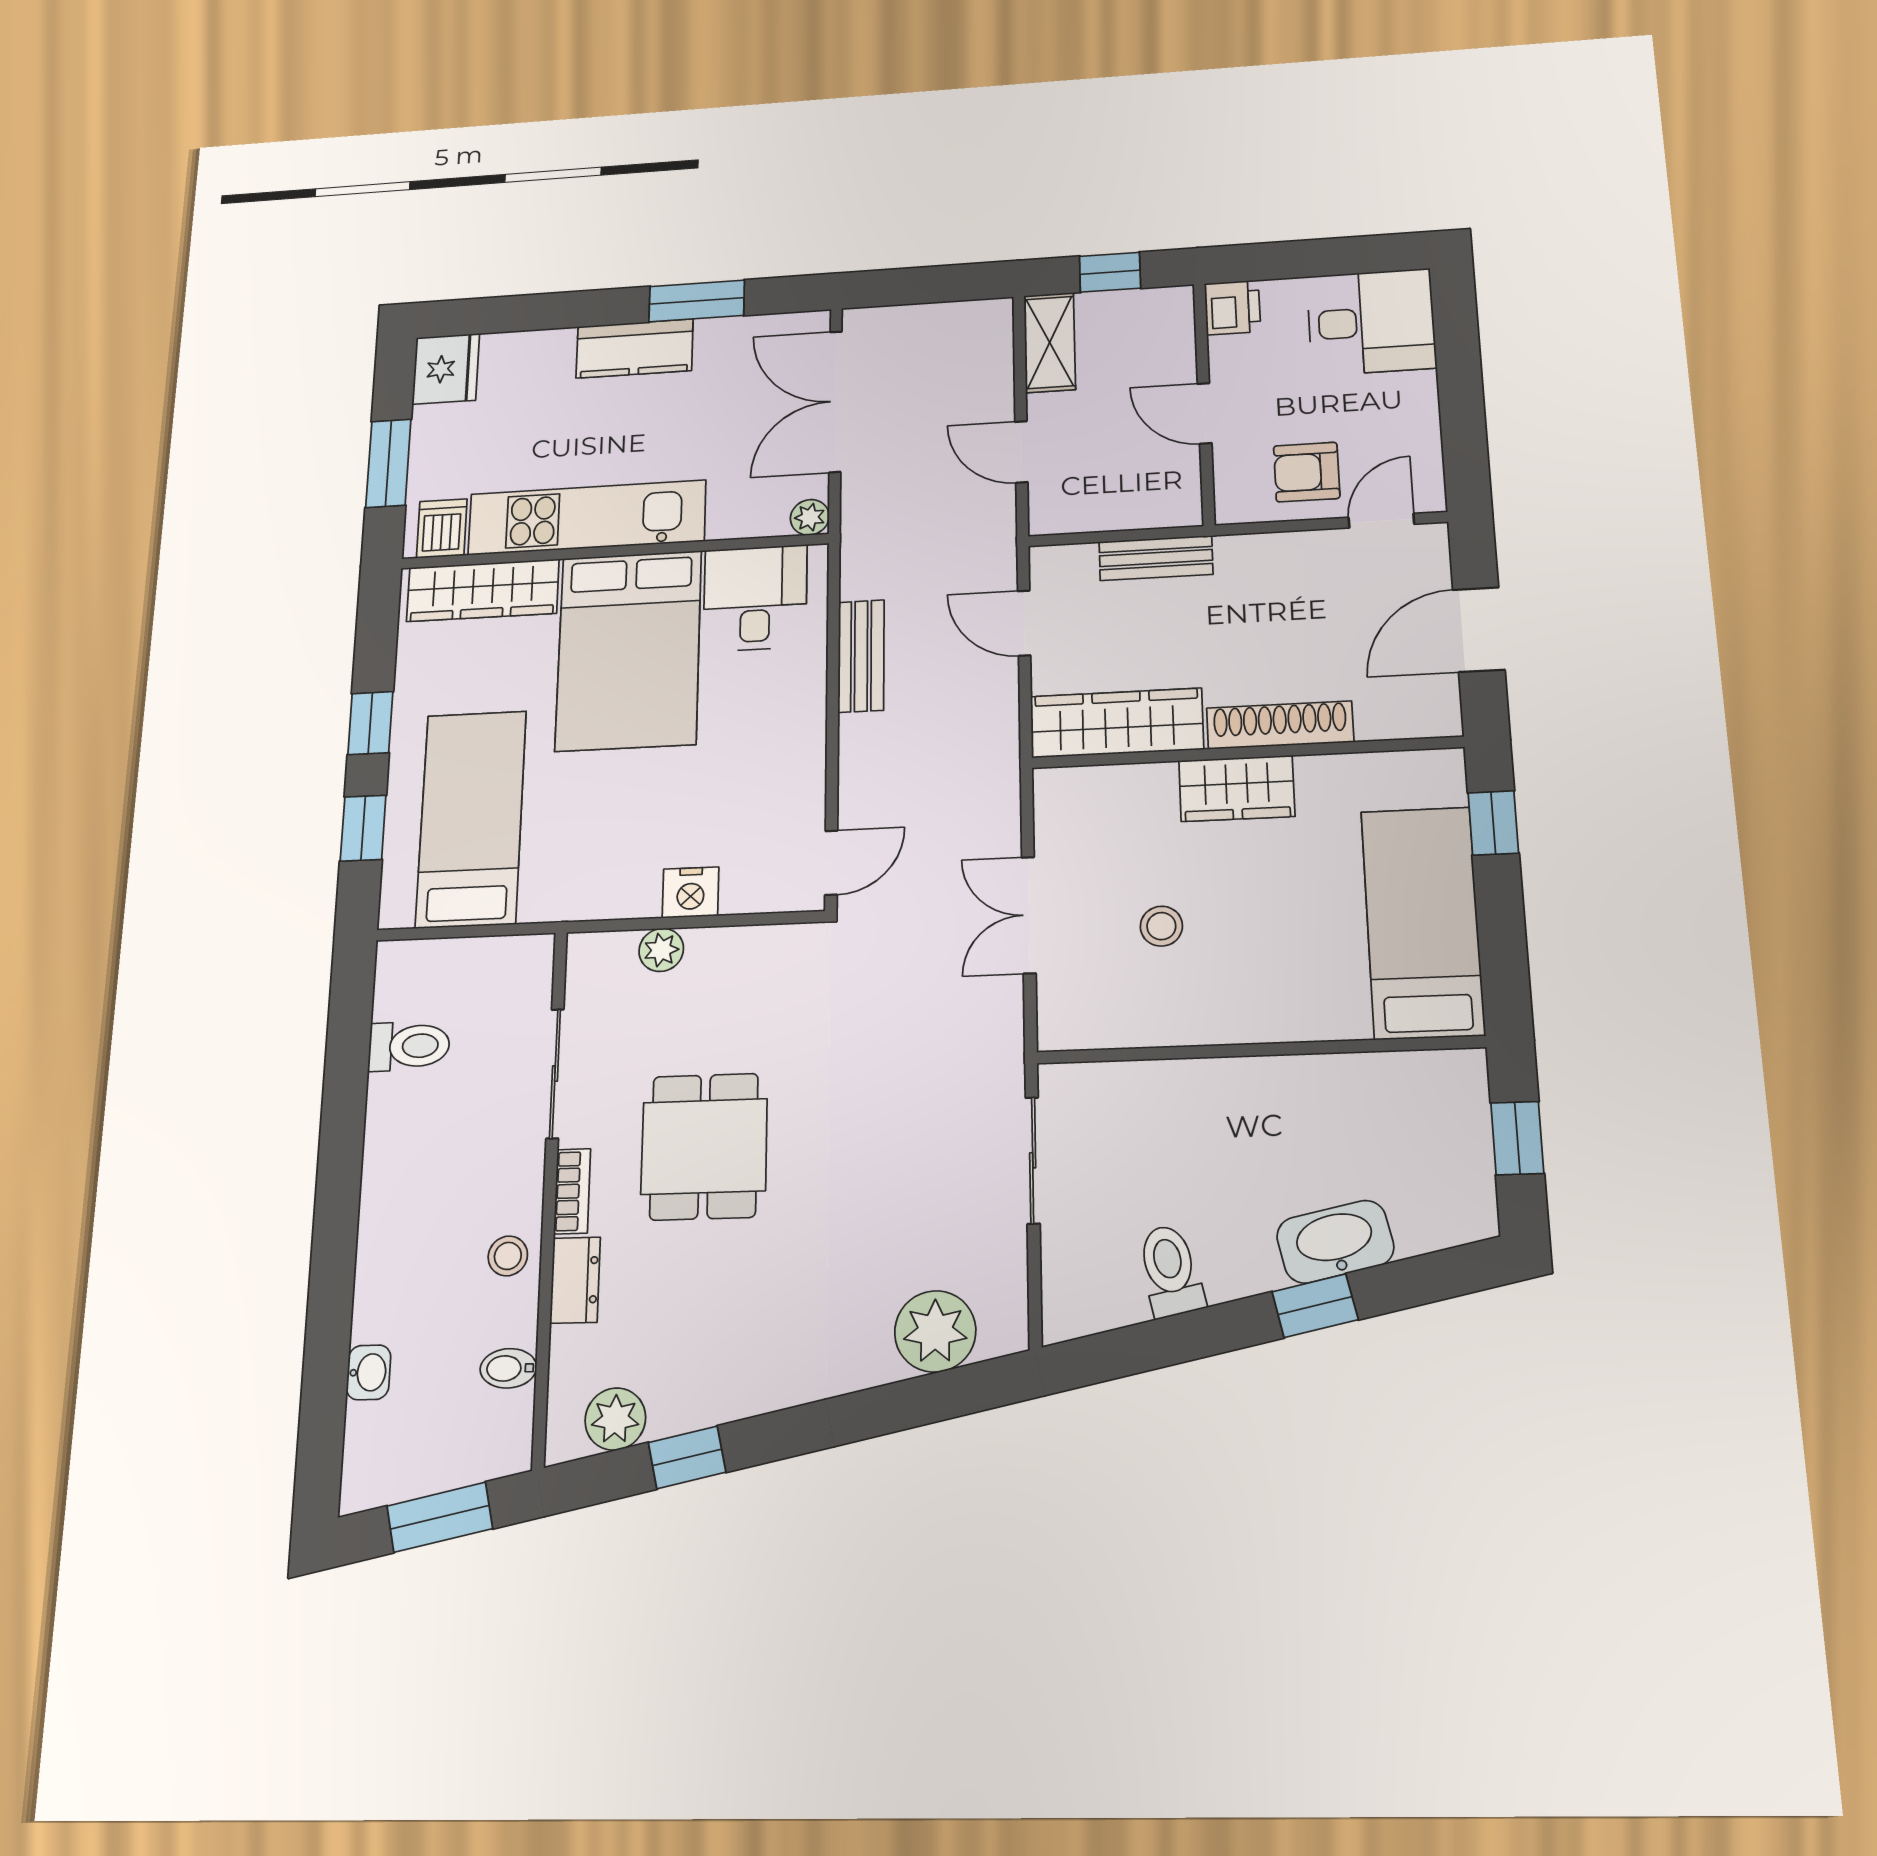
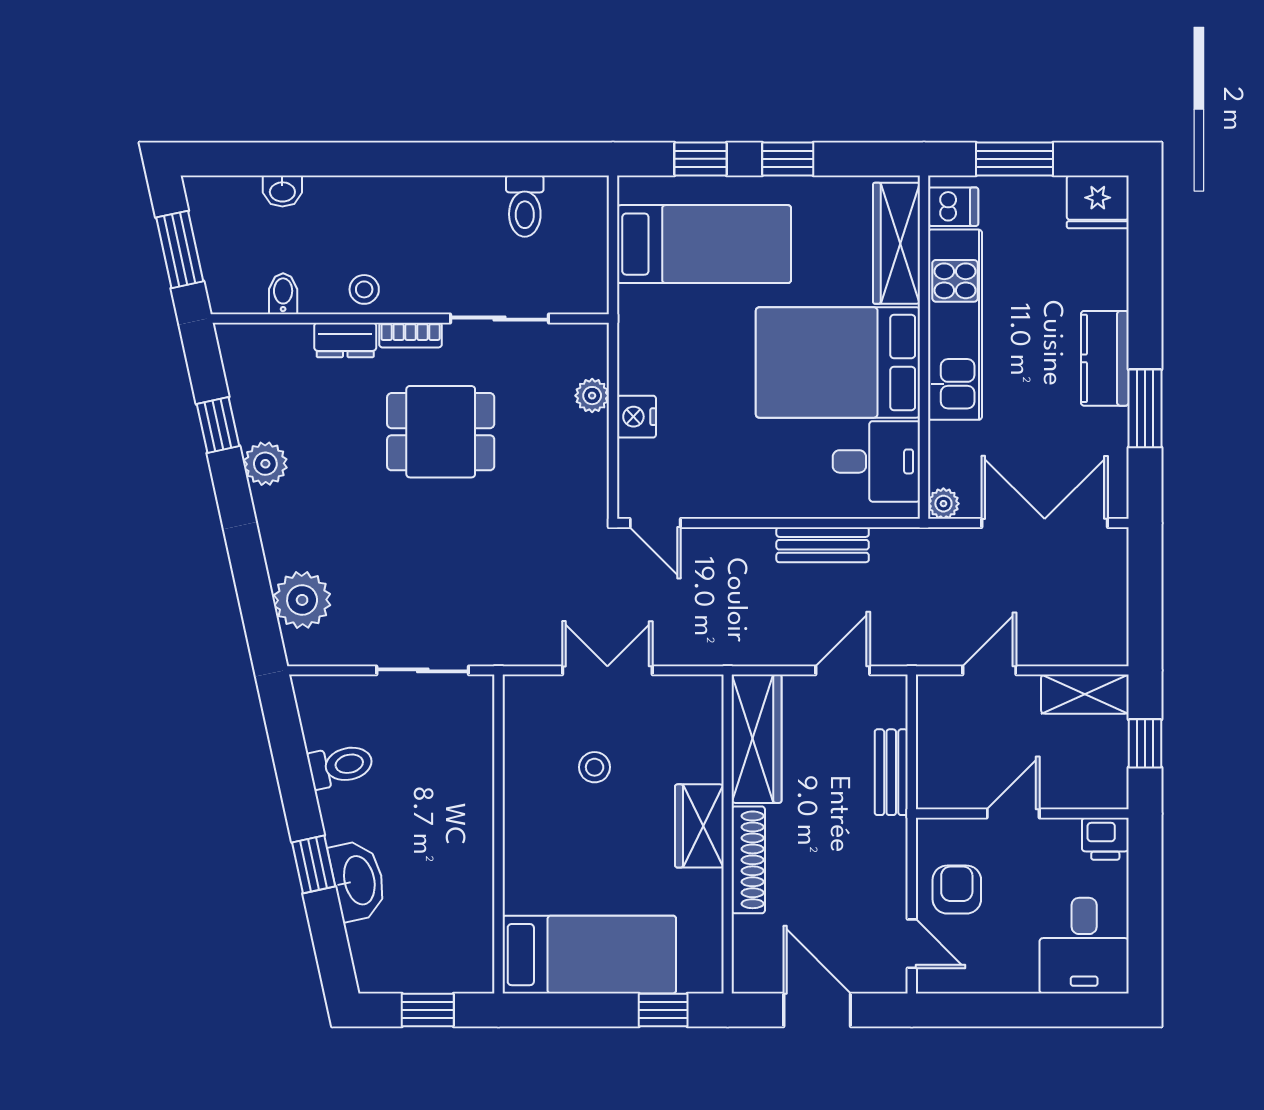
plant: (615, 1419) -> (265, 464), moved

